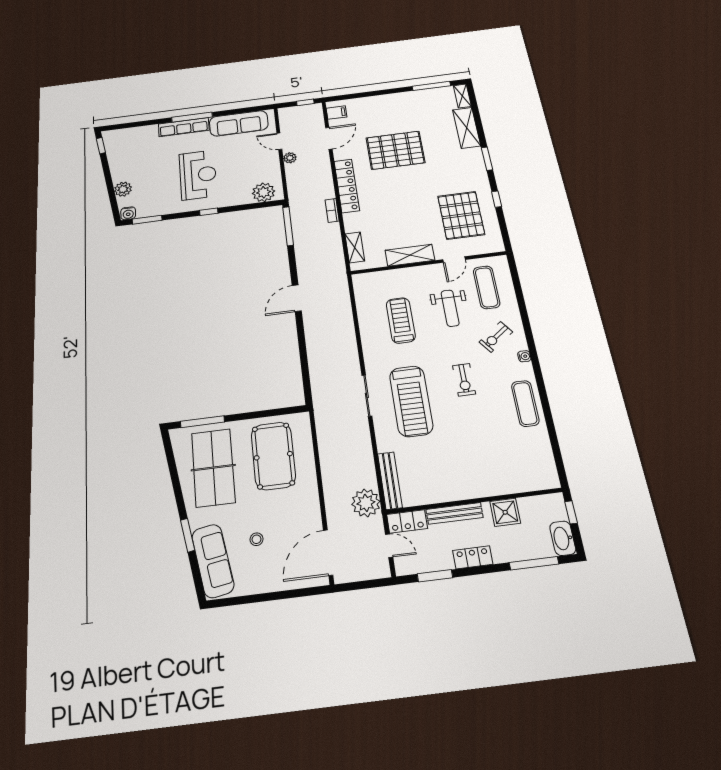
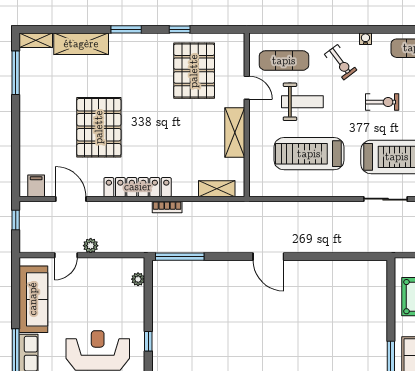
plant: (264, 192) -> (138, 279), width x0.53, depth x0.53
pallet: (461, 215) -> (194, 71), turned 90
treadmill: (401, 320) -> (309, 154), width x1.37, depth x1.38

